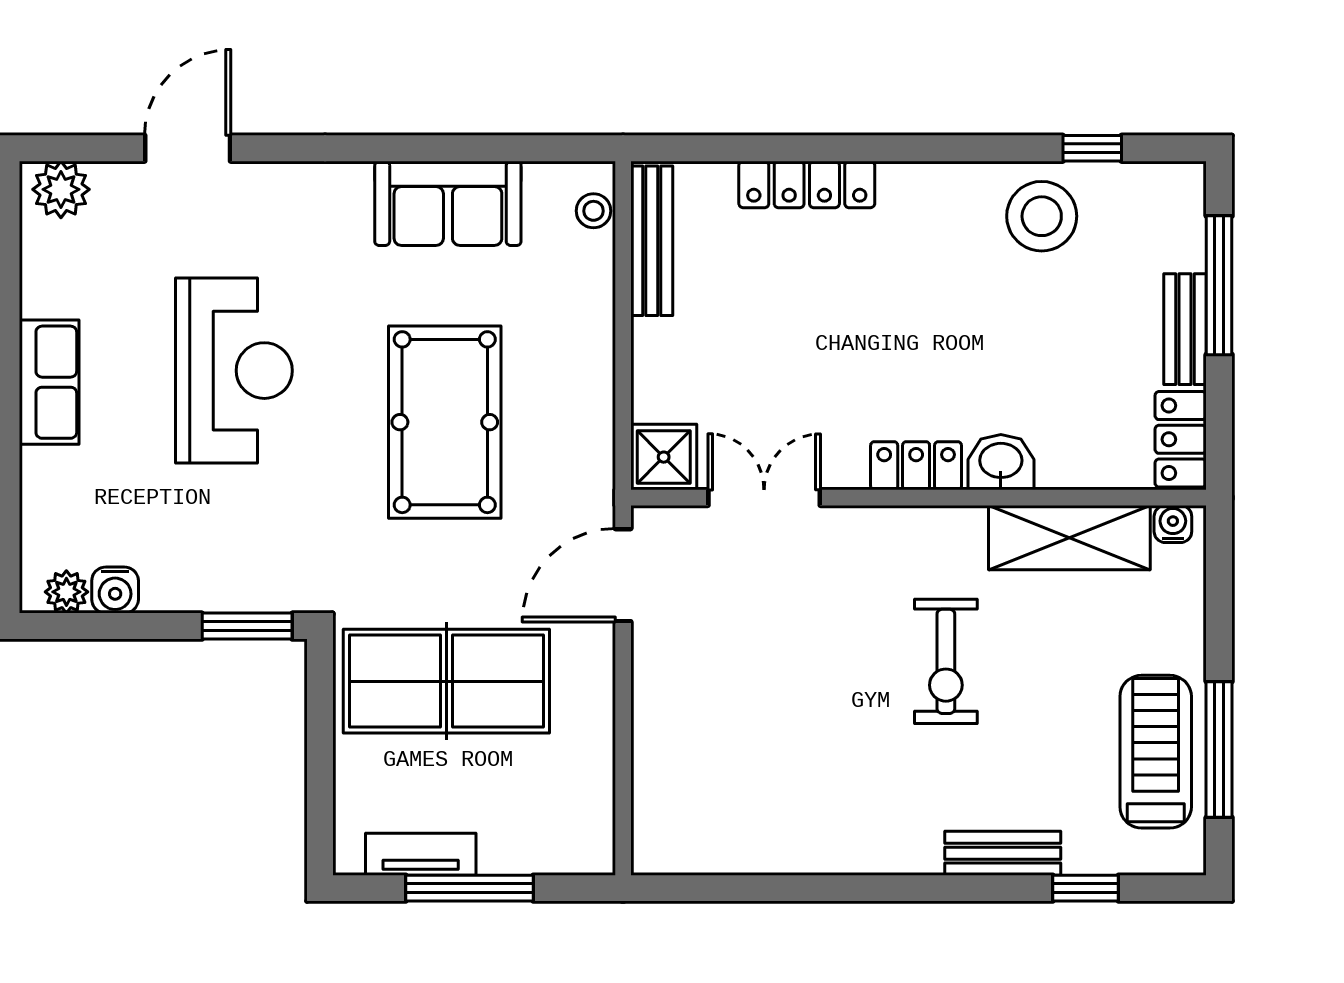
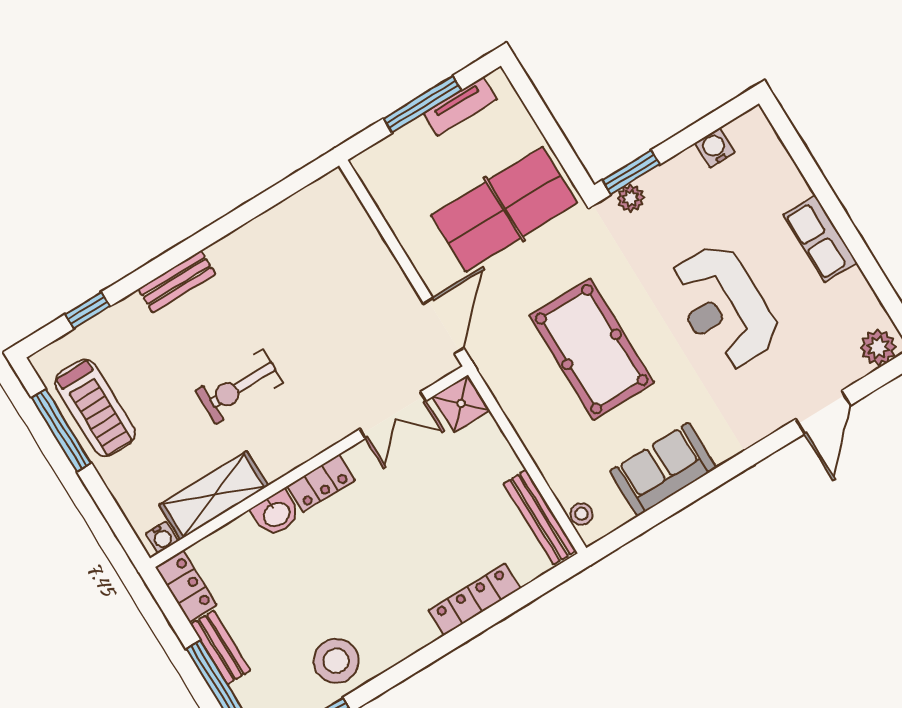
plant: (66, 592) -> (631, 198), moved
exercise bike: (946, 661) -> (239, 387), turned -90
bench: (1003, 853) -> (177, 281), moved

